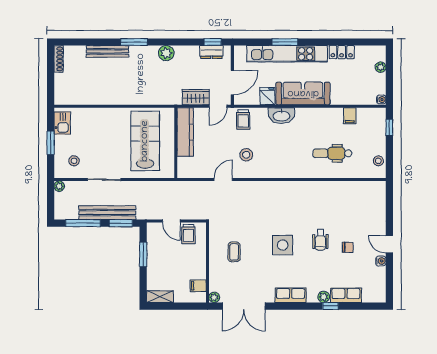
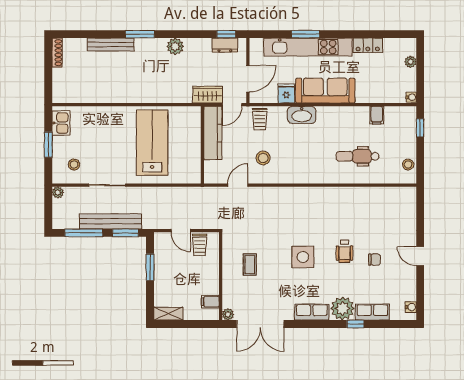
kitchen counter: (185, 132) -> (213, 133), moved
wall: (176, 143) -> (202, 145), moved
water cooler: (381, 261) -> (411, 307), moved
plant: (324, 297) -> (343, 308), width x1.87, depth x1.87

